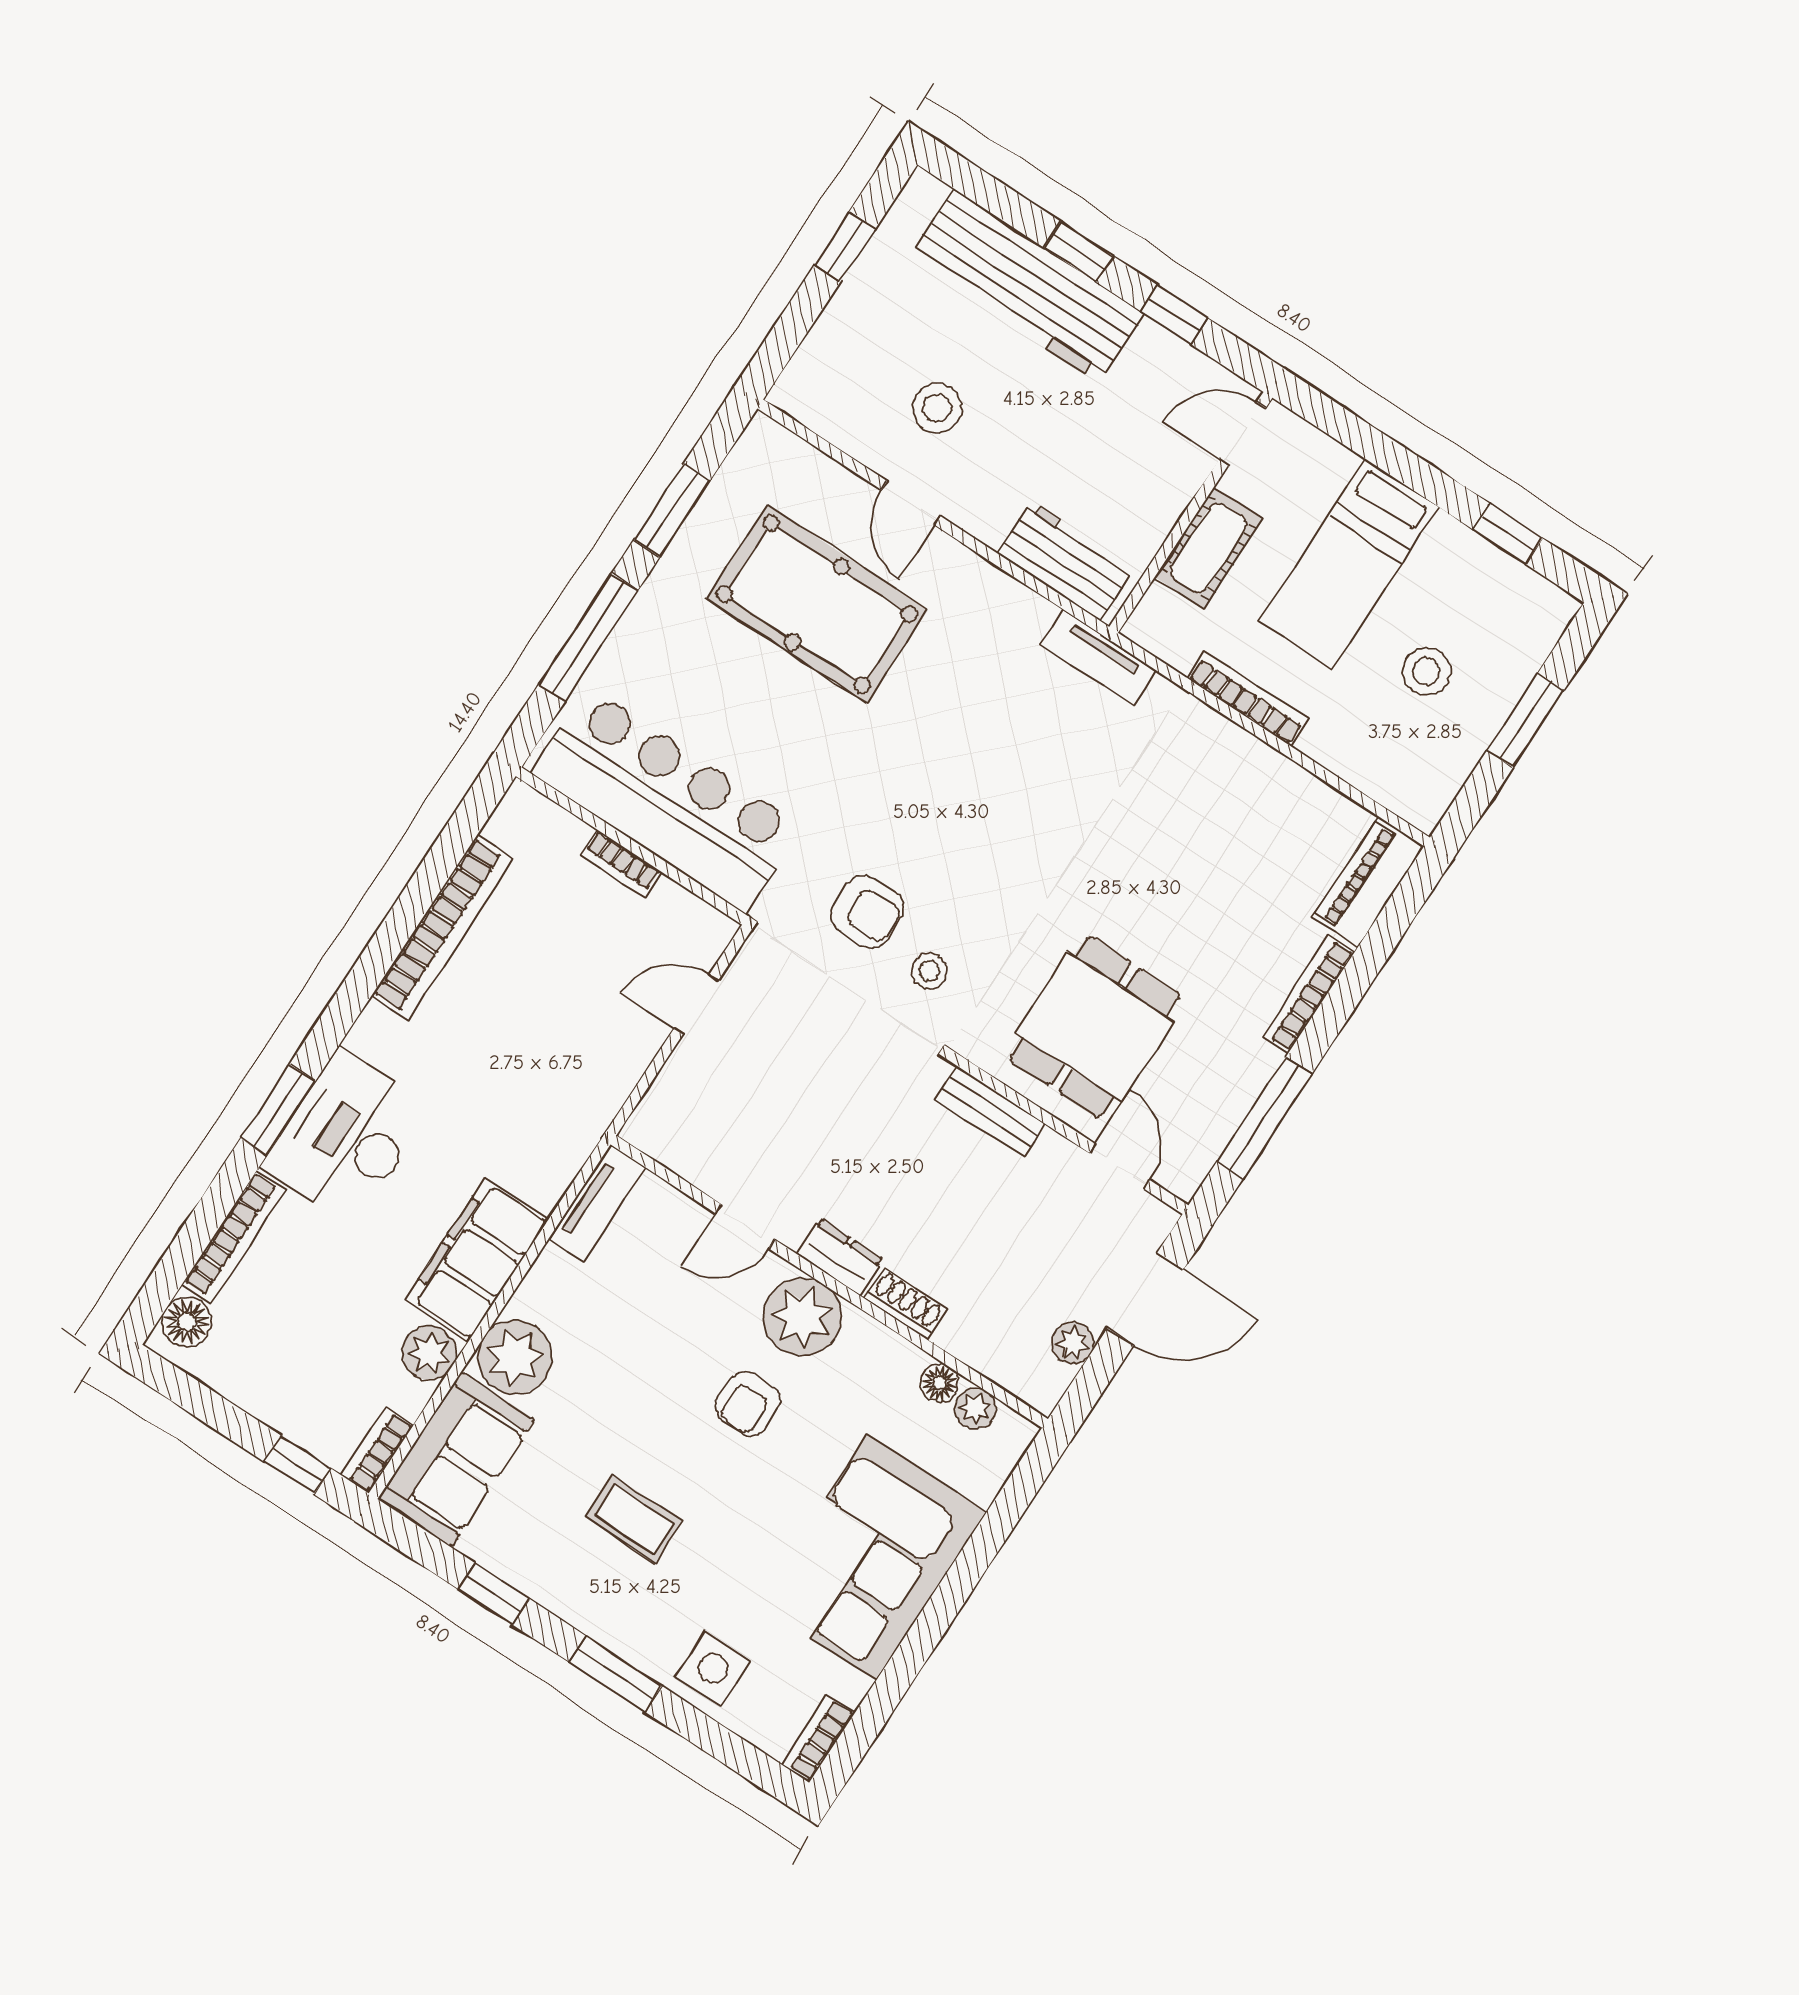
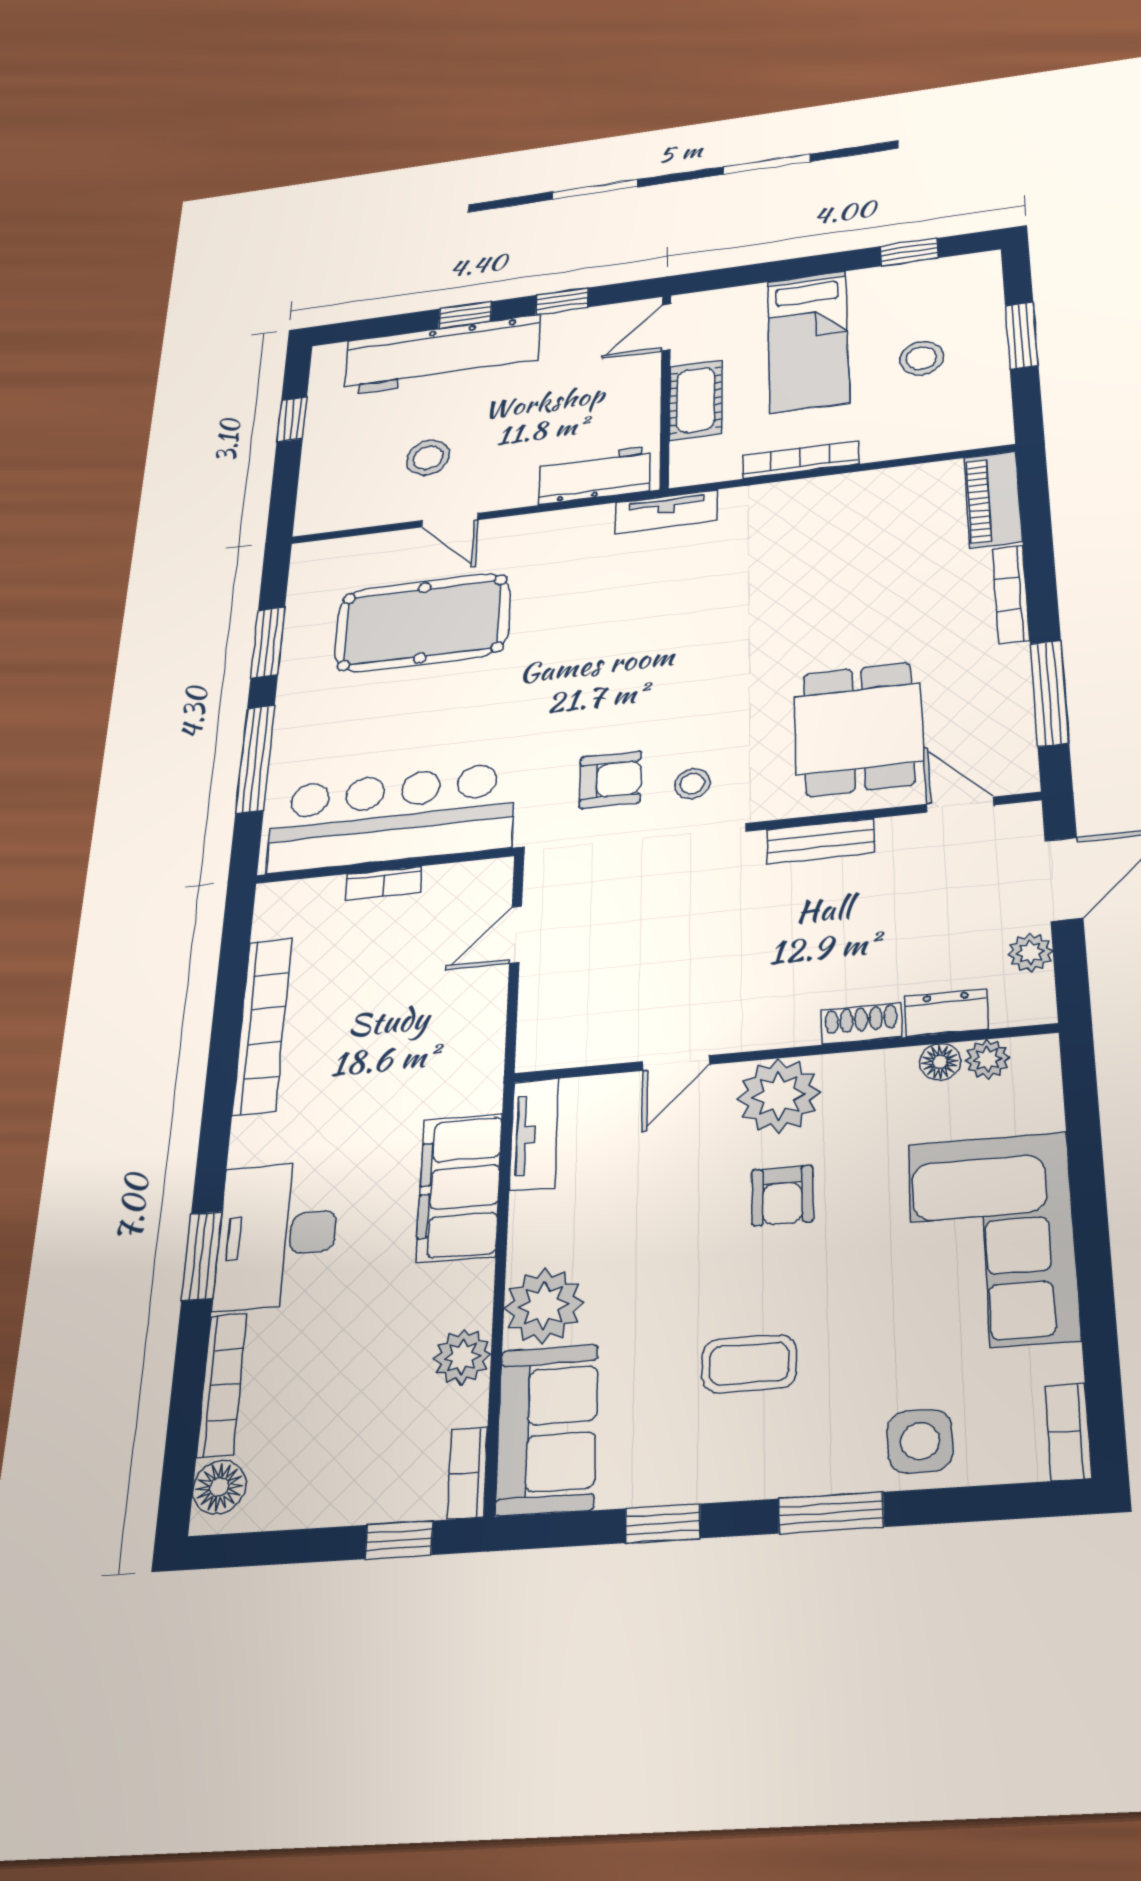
dresser: (840, 1257) -> (946, 1013), moved
filing cabinet: (477, 1260) -> (459, 1187), moved

